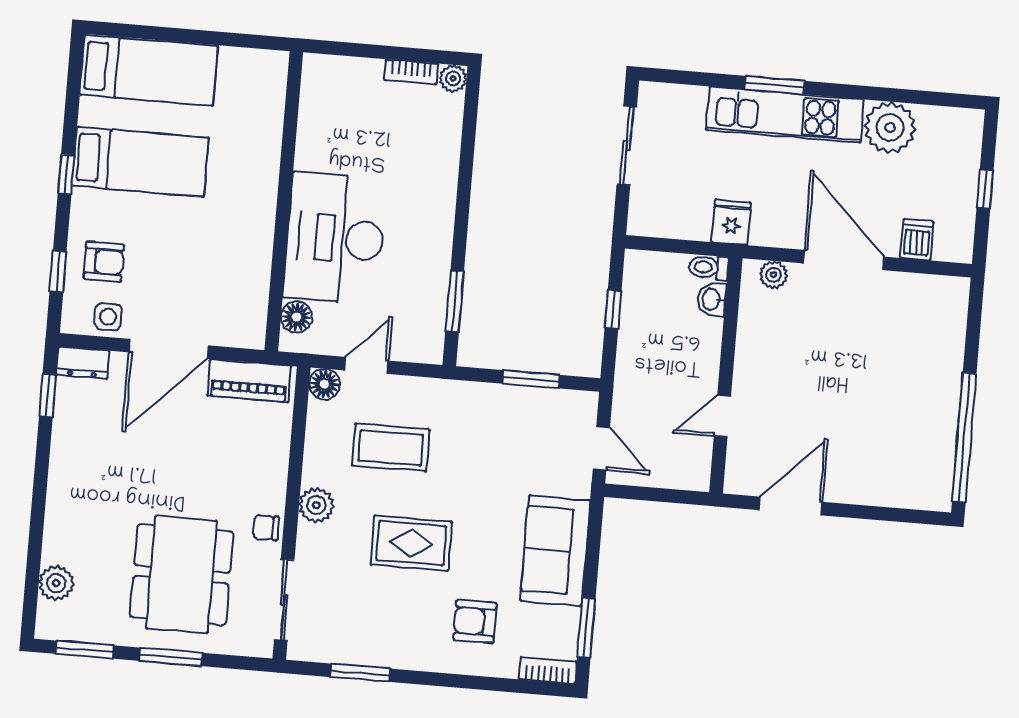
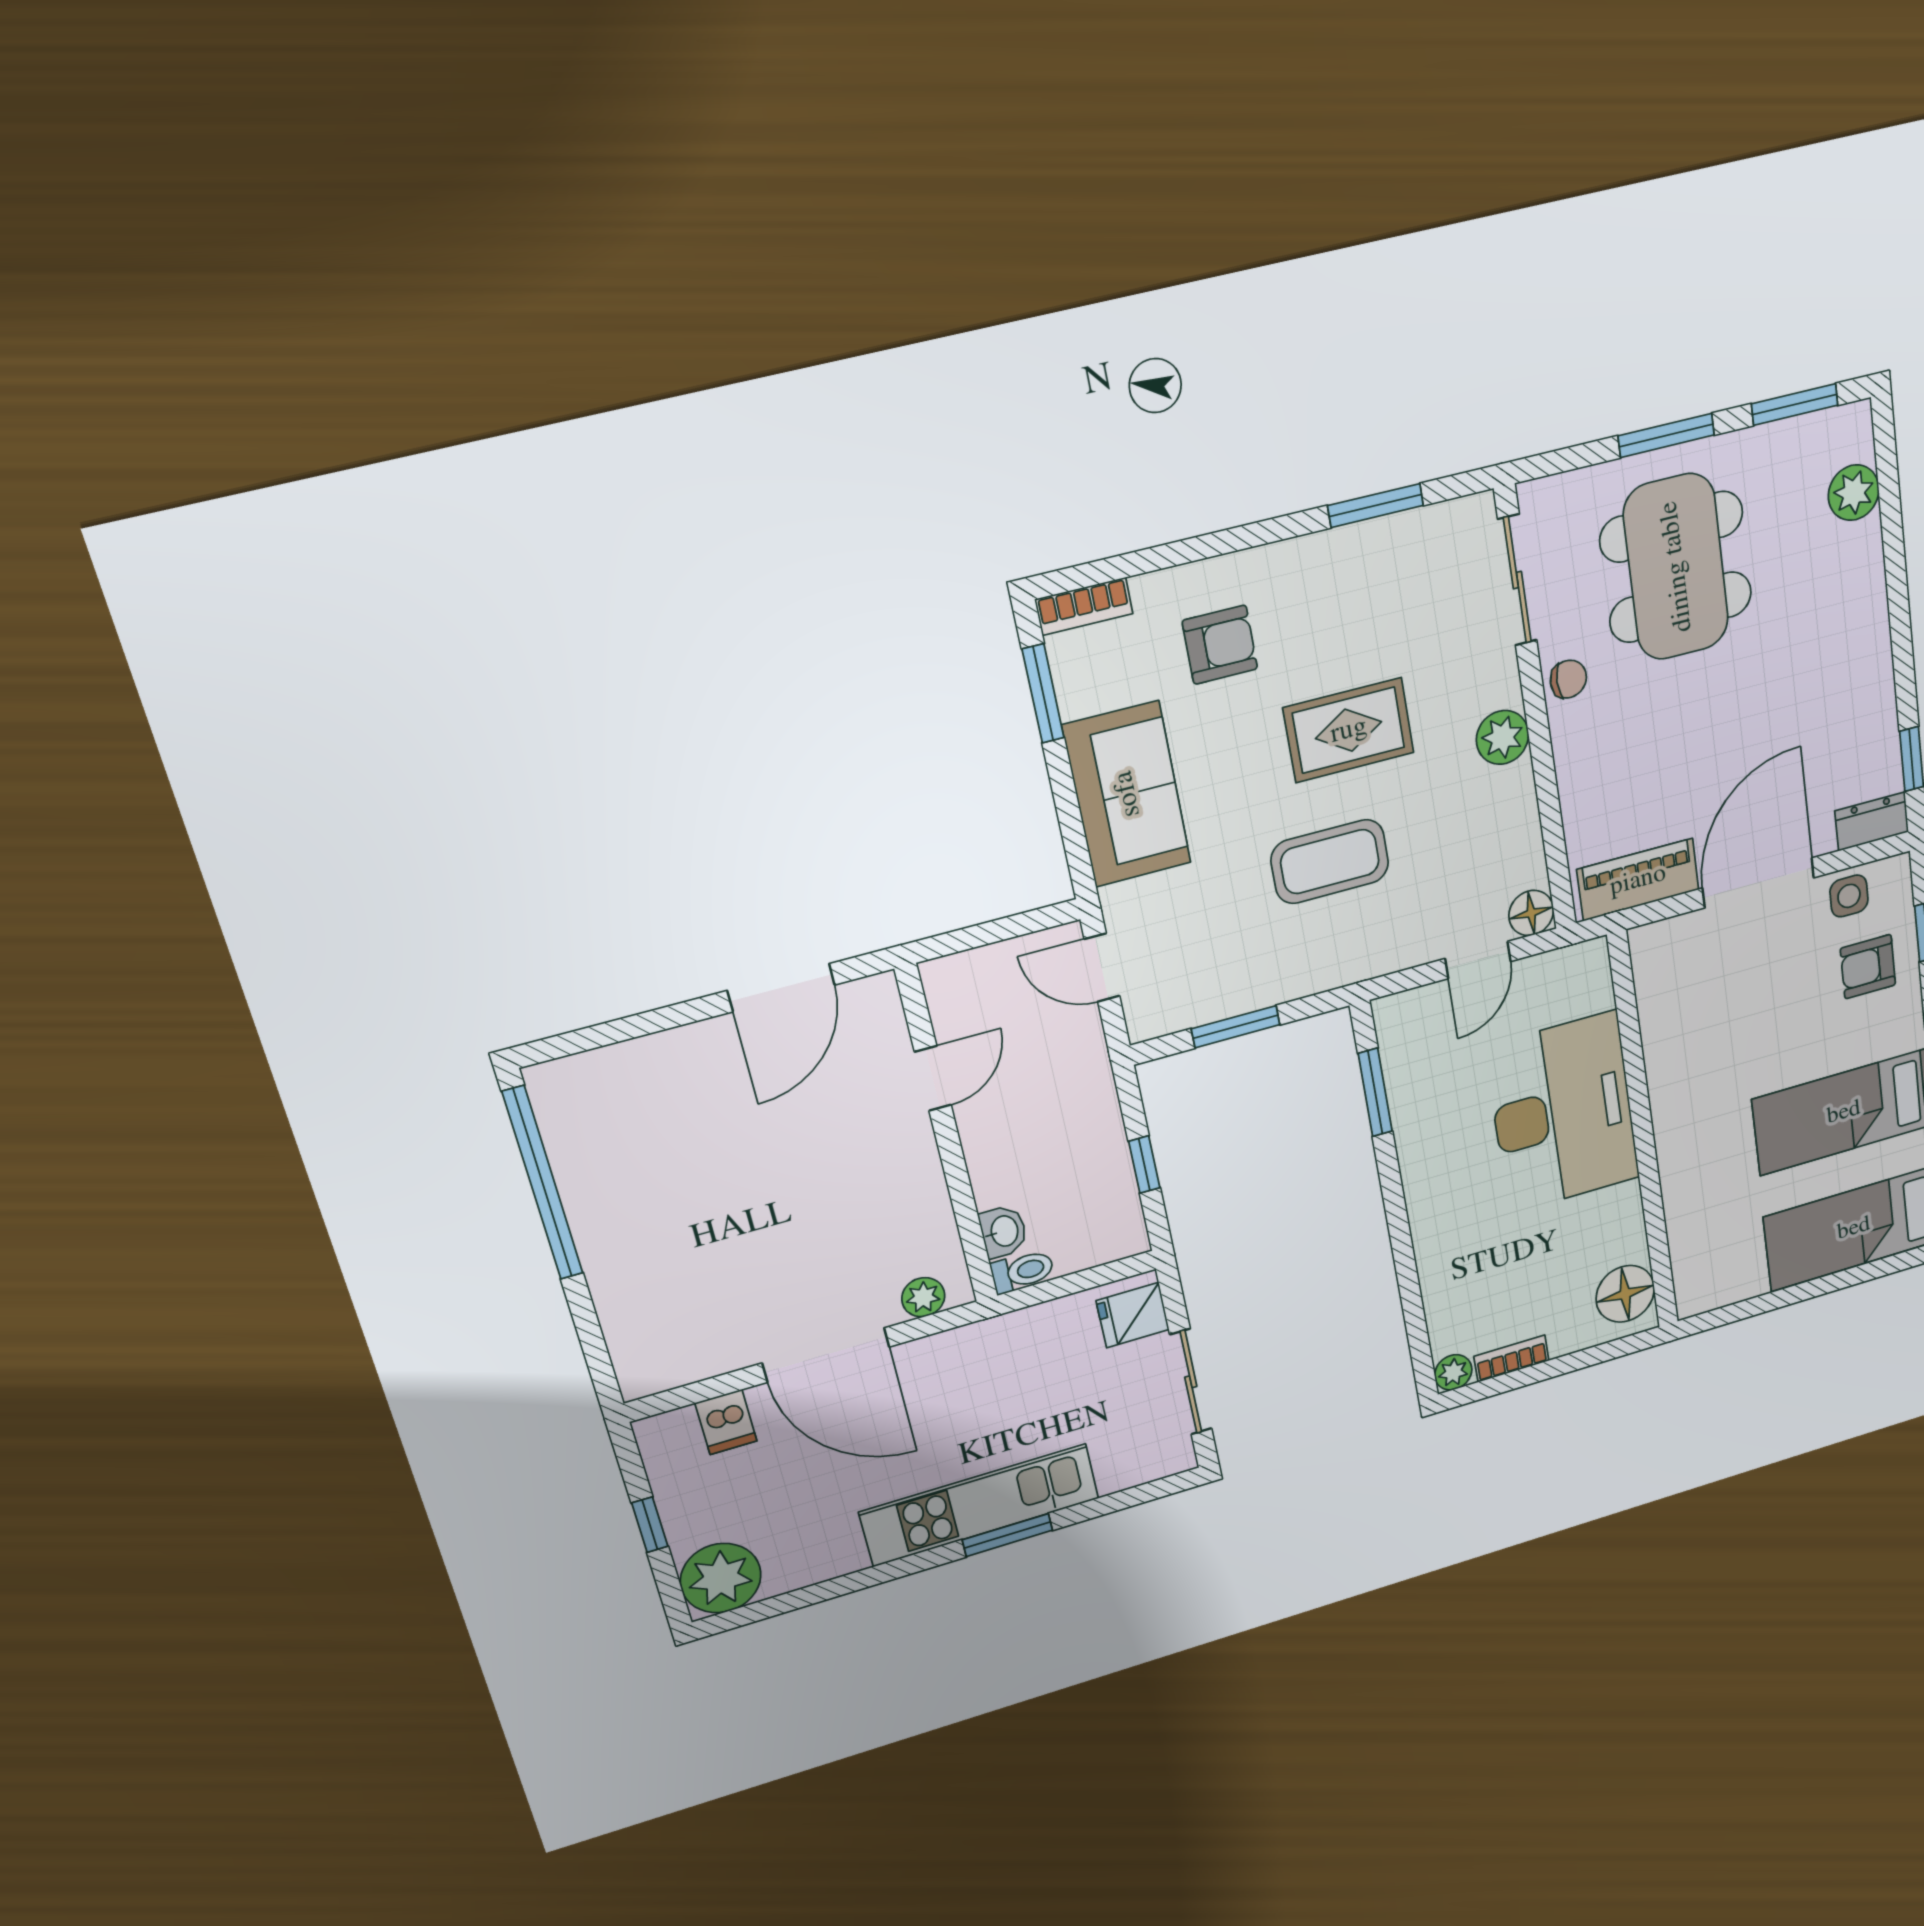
plant: (890, 127) -> (721, 1578), moved
fridge: (731, 222) -> (1133, 1315), moved, turned 90
floor lamp: (297, 317) -> (1625, 1294), moved, width x1.38, depth x1.38
coffee table: (391, 448) -> (1330, 862), moved

